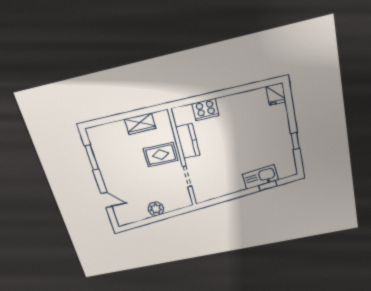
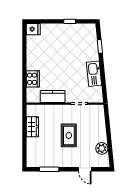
rug: (161, 155) -> (69, 135), moved
kitchen sink: (260, 177) -> (94, 74), moved
door: (106, 200) -> (85, 169), swing flipped
plant: (156, 209) -> (102, 148), moved

